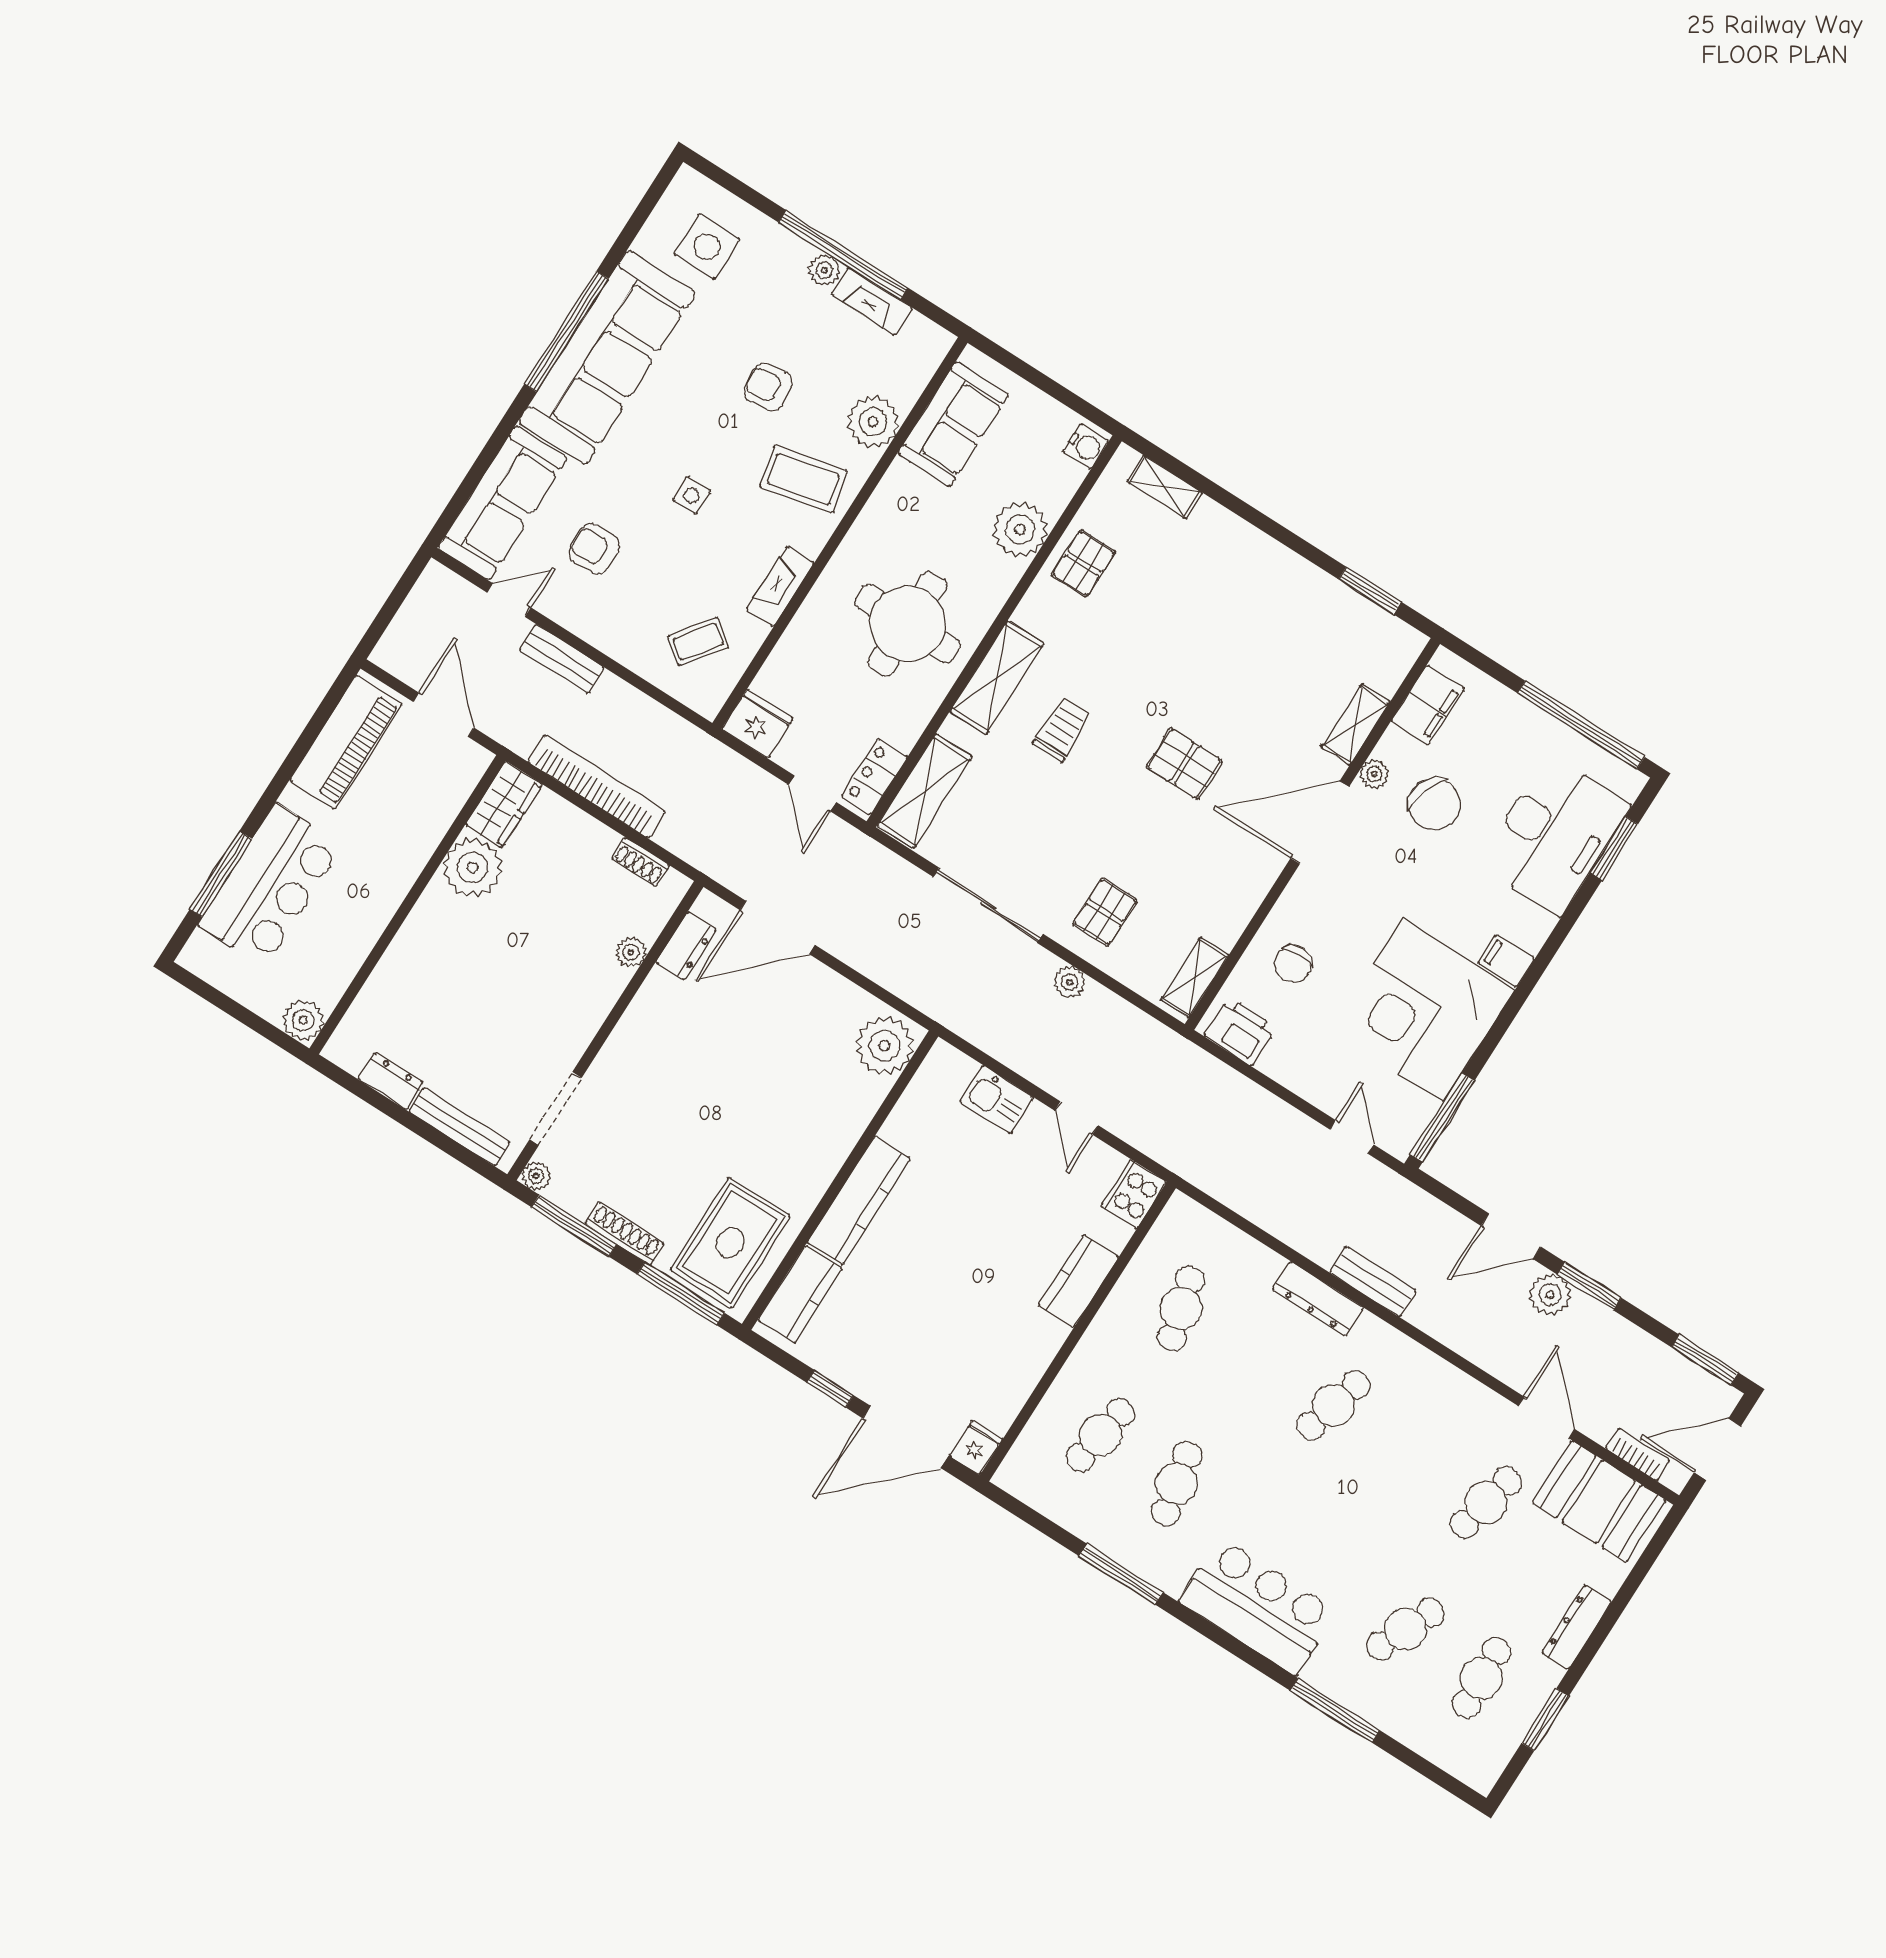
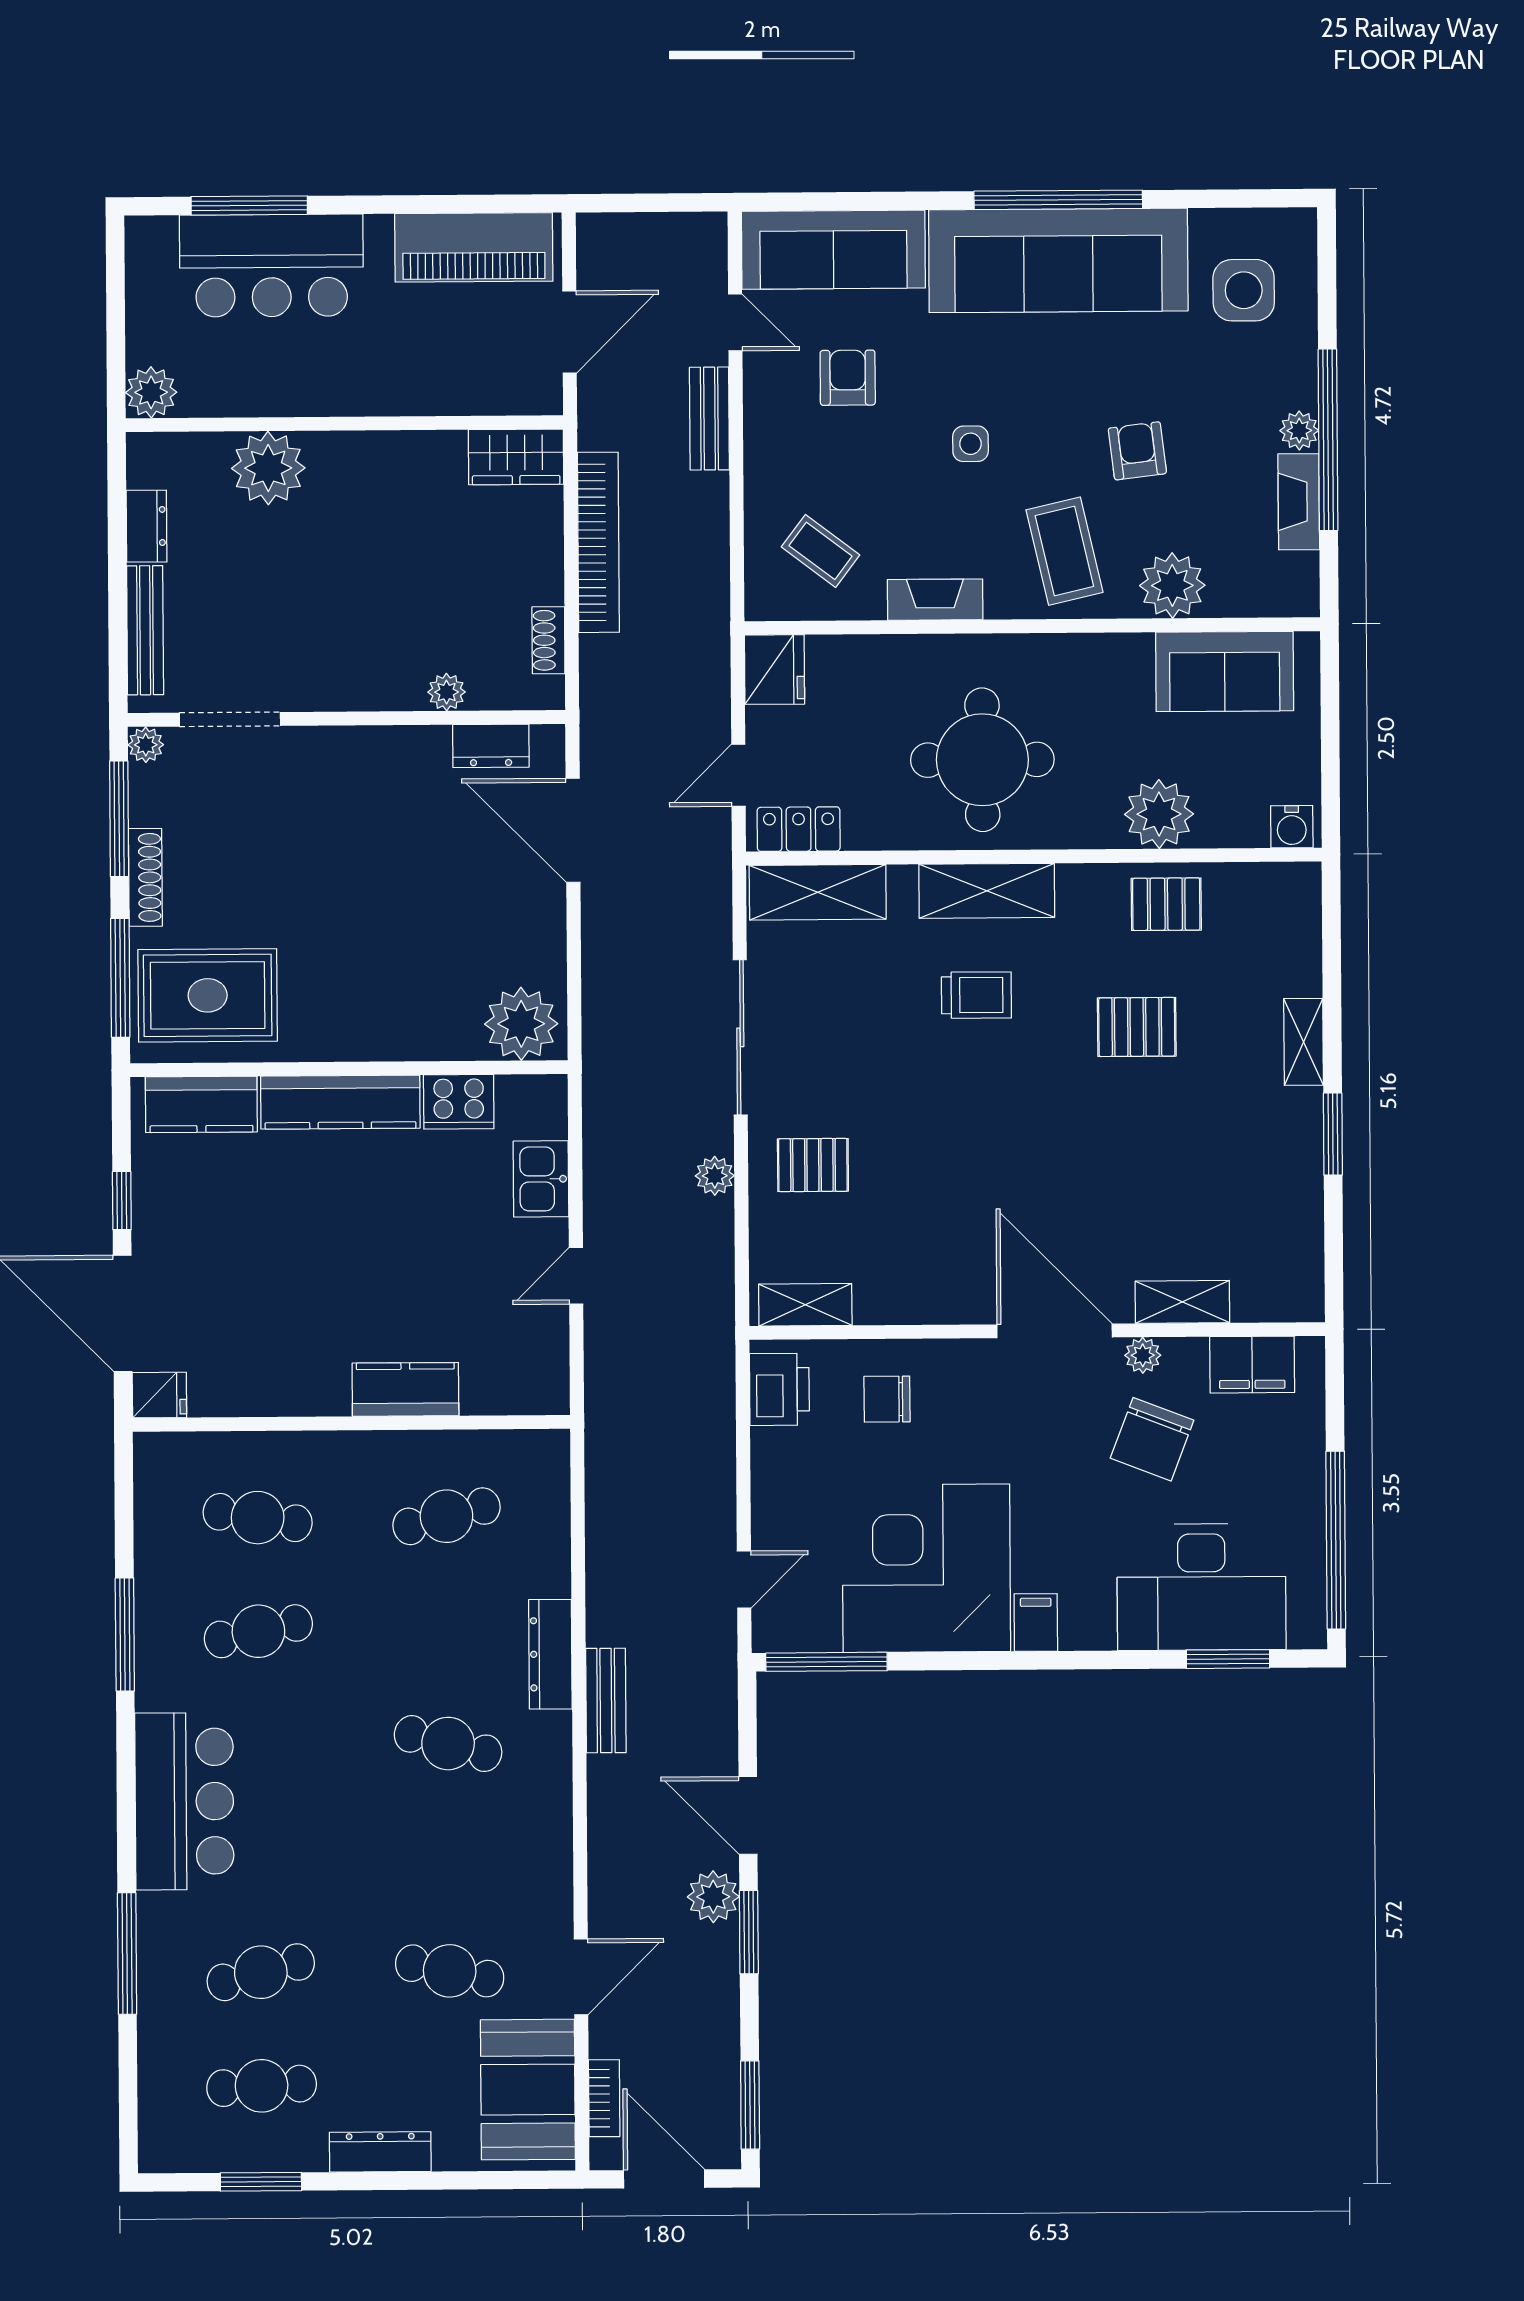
shelving: (1165, 487) -> (1304, 1042), moved
window: (1370, 591) -> (1333, 1134), moved
pallet: (1184, 764) -> (1137, 1027), moved, turned 90
plant: (472, 868) -> (268, 468), moved
cooker: (1134, 1194) -> (459, 1102), moved, turned 180
cafe table: (1405, 1629) -> (261, 1972), turned -39

